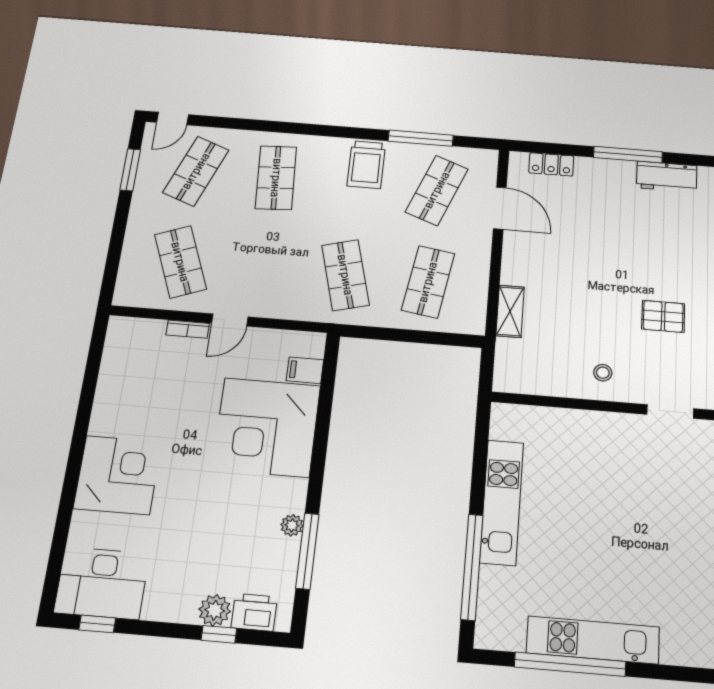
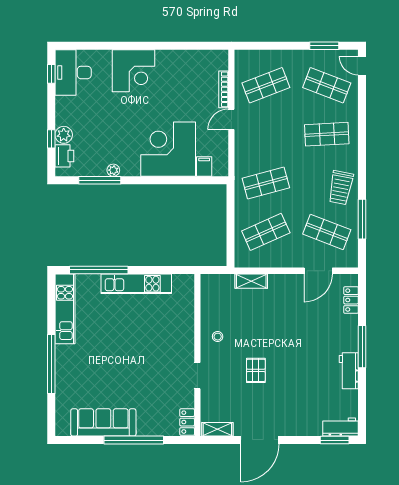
trolley: (366, 165) -> (341, 188), turned -79
shop shelf: (428, 282) -> (266, 232), turned -33
door: (230, 320) -> (231, 119), hinge flipped
bookcase: (188, 329) -> (224, 89), width x1.56
kitchen unit: (593, 640) -> (65, 309), moved
window: (570, 664) -> (51, 364), moved

